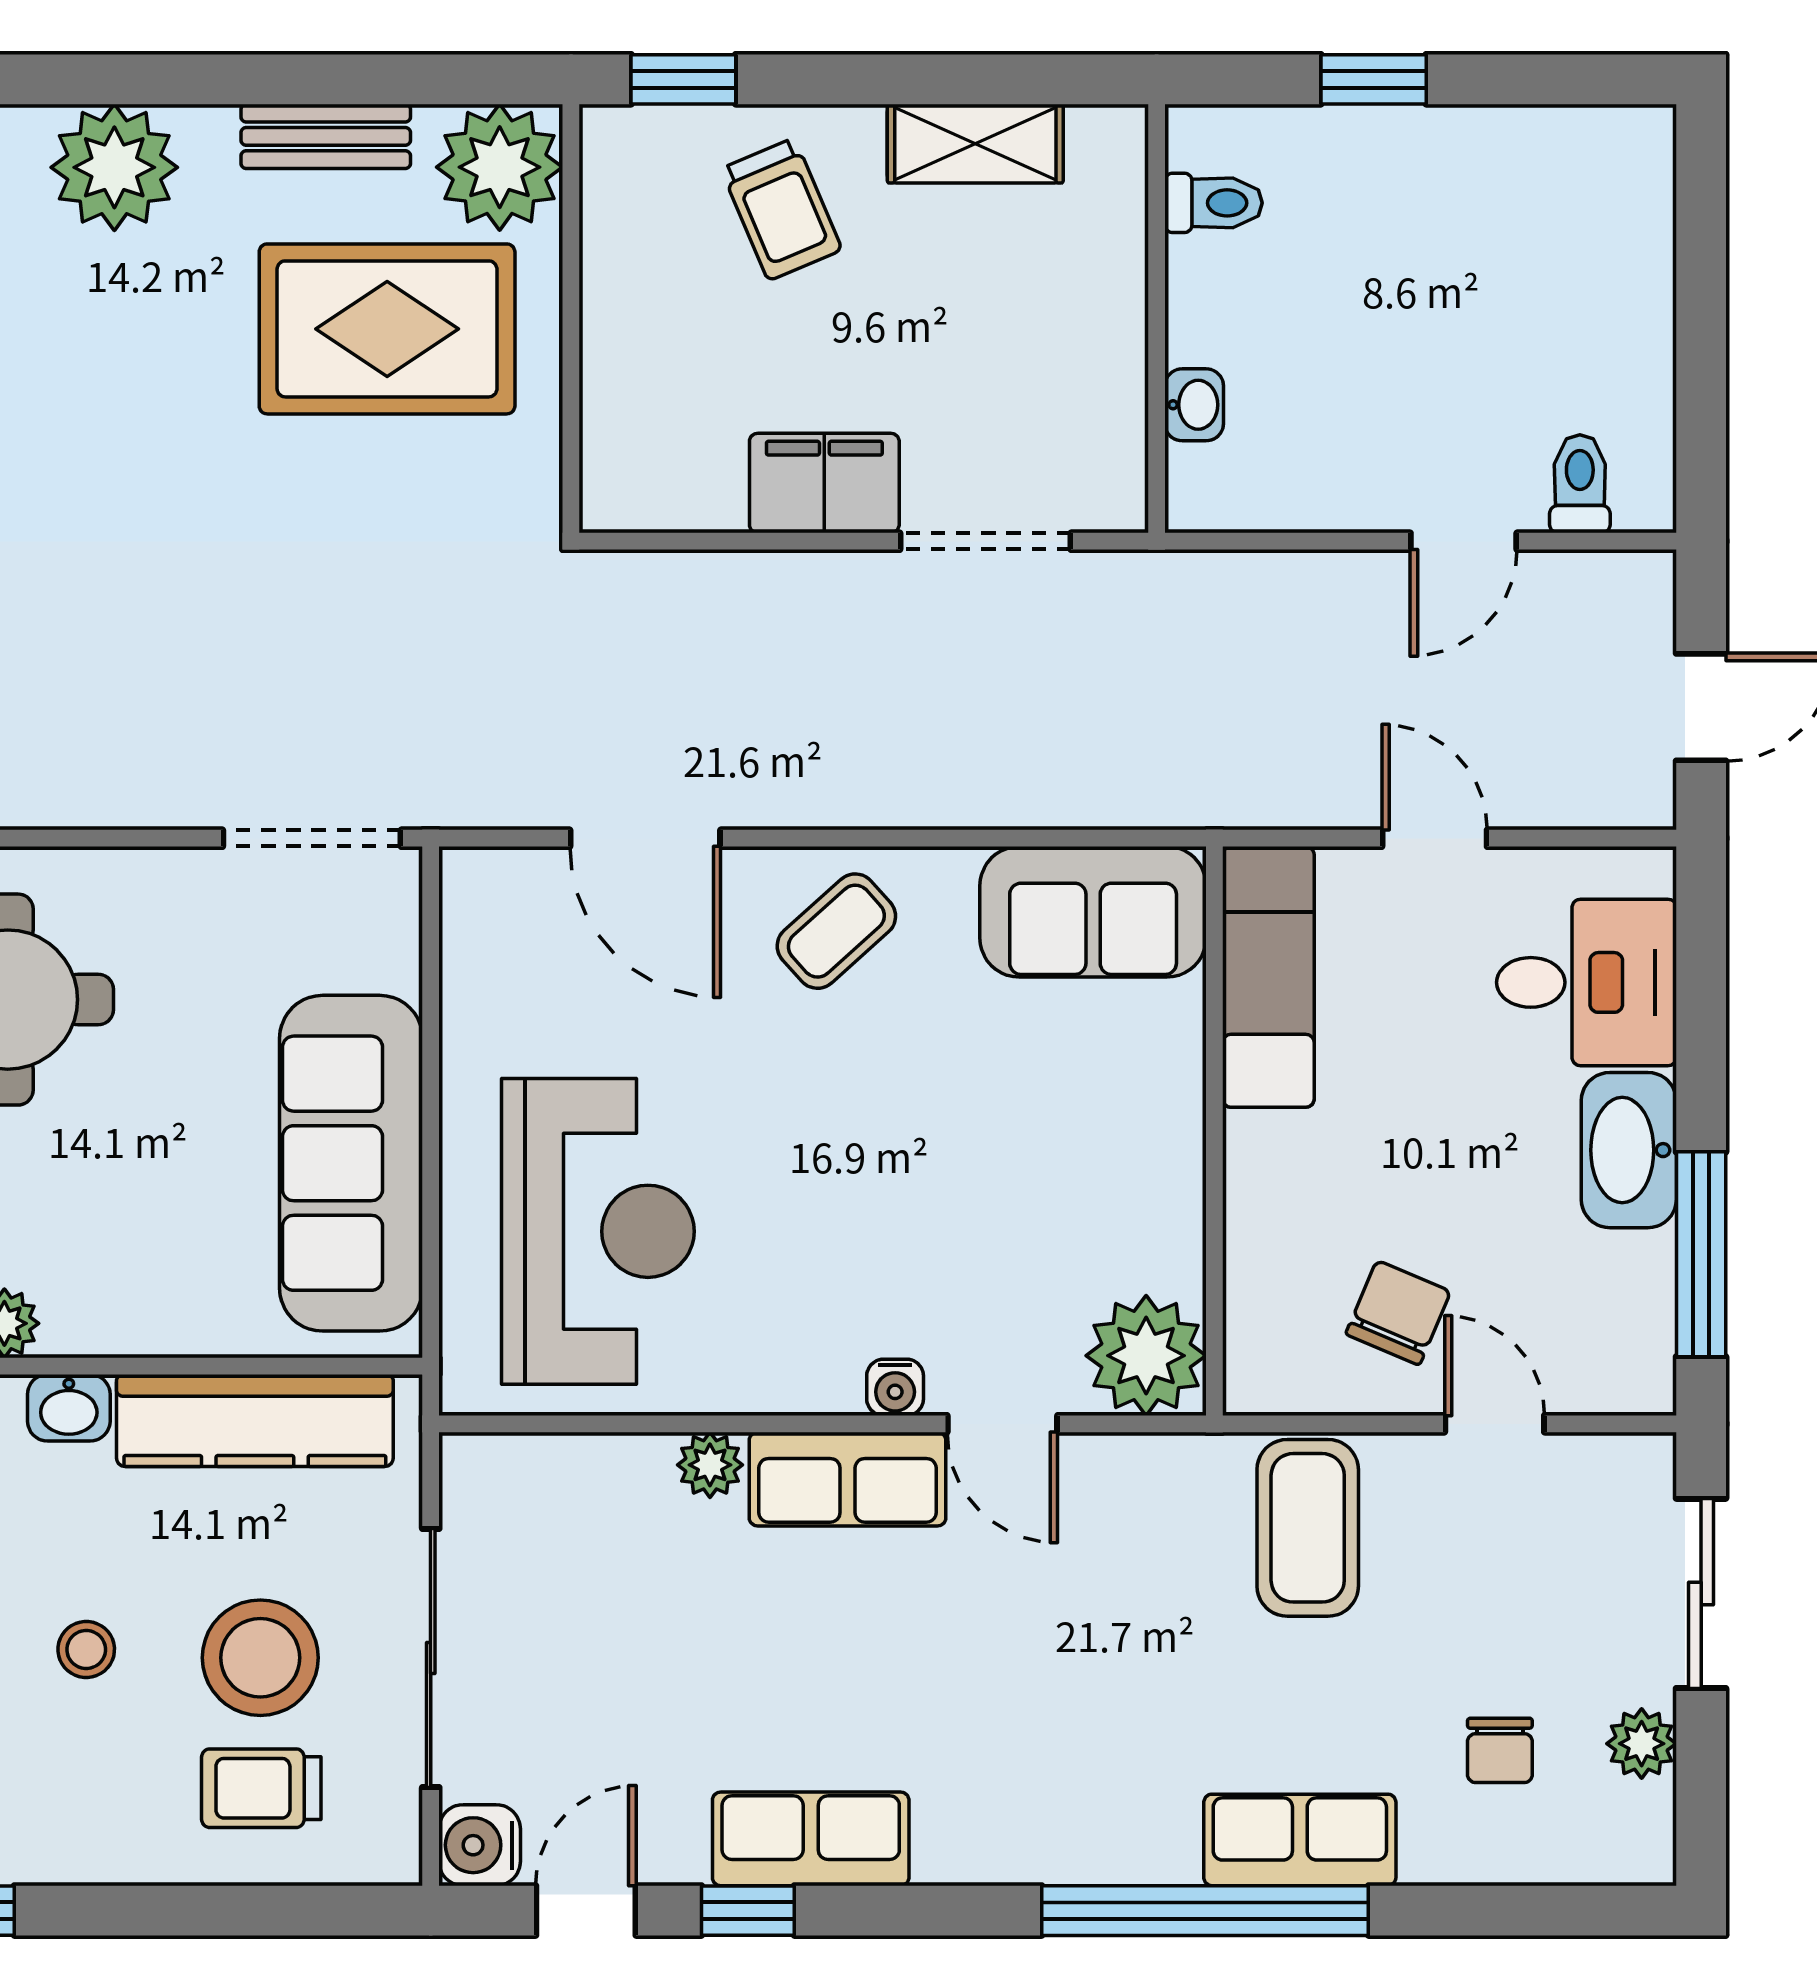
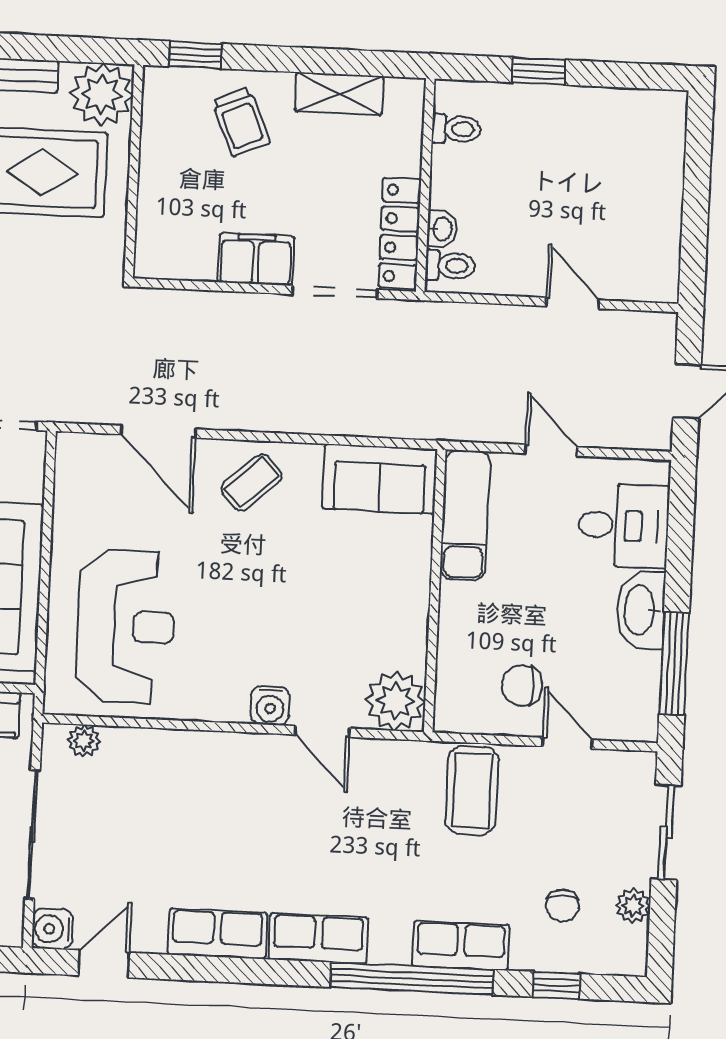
locker: (1110, 417) -> (400, 233), added
toilet: (1580, 484) -> (450, 266), moved, turned 90
door: (1464, 541) -> (573, 303), swing flipped
chair: (1398, 1313) -> (522, 685), turned -113
water cooler: (895, 1387) -> (270, 705), width x1.38, depth x1.38
plant: (710, 1465) -> (84, 741), moved
row of seats: (848, 1479) -> (318, 938), moved, turned 180
window: (748, 1911) -> (556, 985), moved

